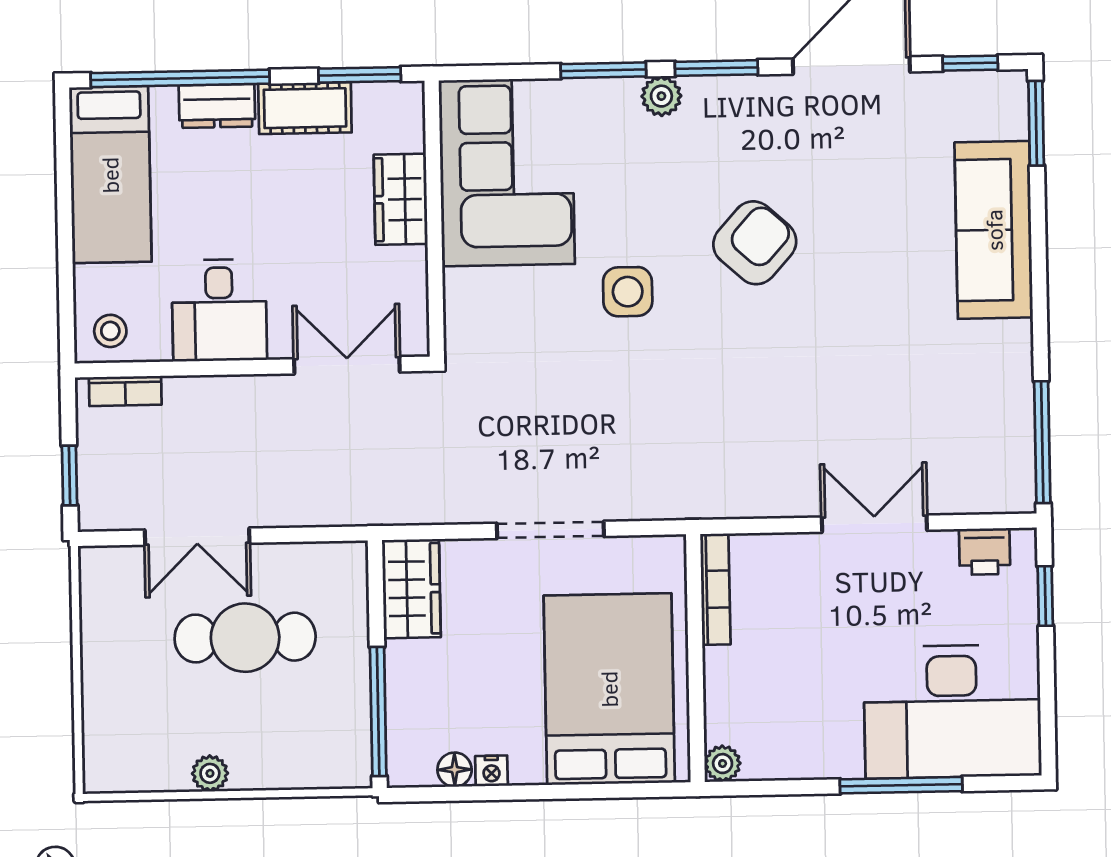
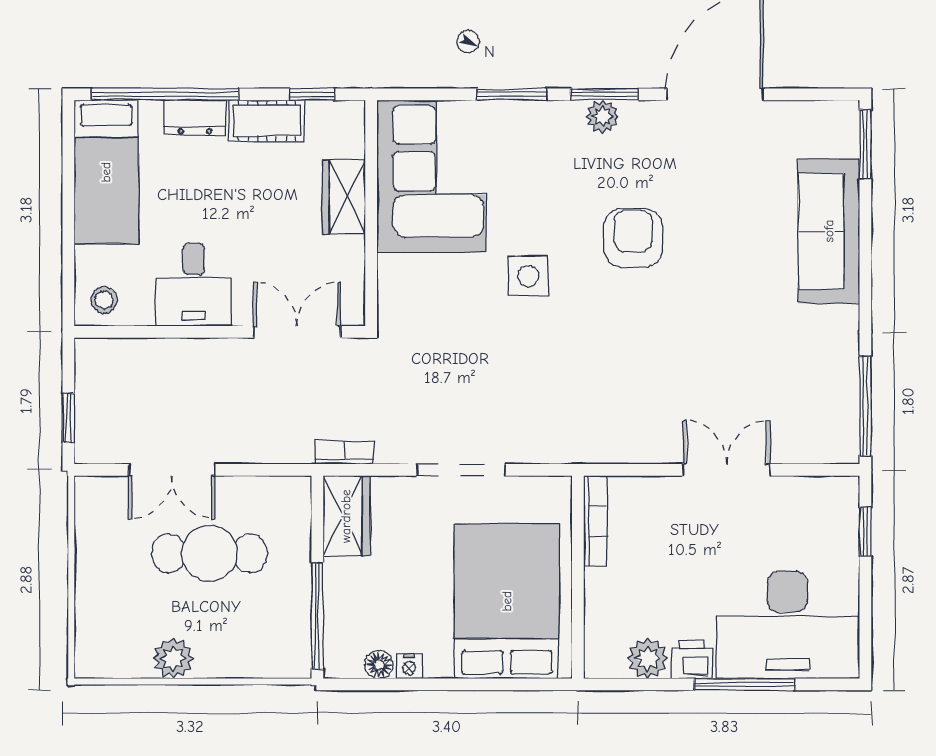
window: (970, 63) -> (812, 94), removed
window: (360, 75) -> (312, 94), width x0.67
plant: (661, 96) -> (603, 116), moved
armchair: (755, 243) -> (633, 238), turned -42
bookcase: (125, 391) -> (345, 452), moved, turned 180
printer: (985, 551) -> (692, 660), moved, turned 180
plant: (723, 764) -> (648, 658), moved, width x1.38, depth x1.38
plant: (210, 773) -> (173, 658), width x1.38, depth x1.38

